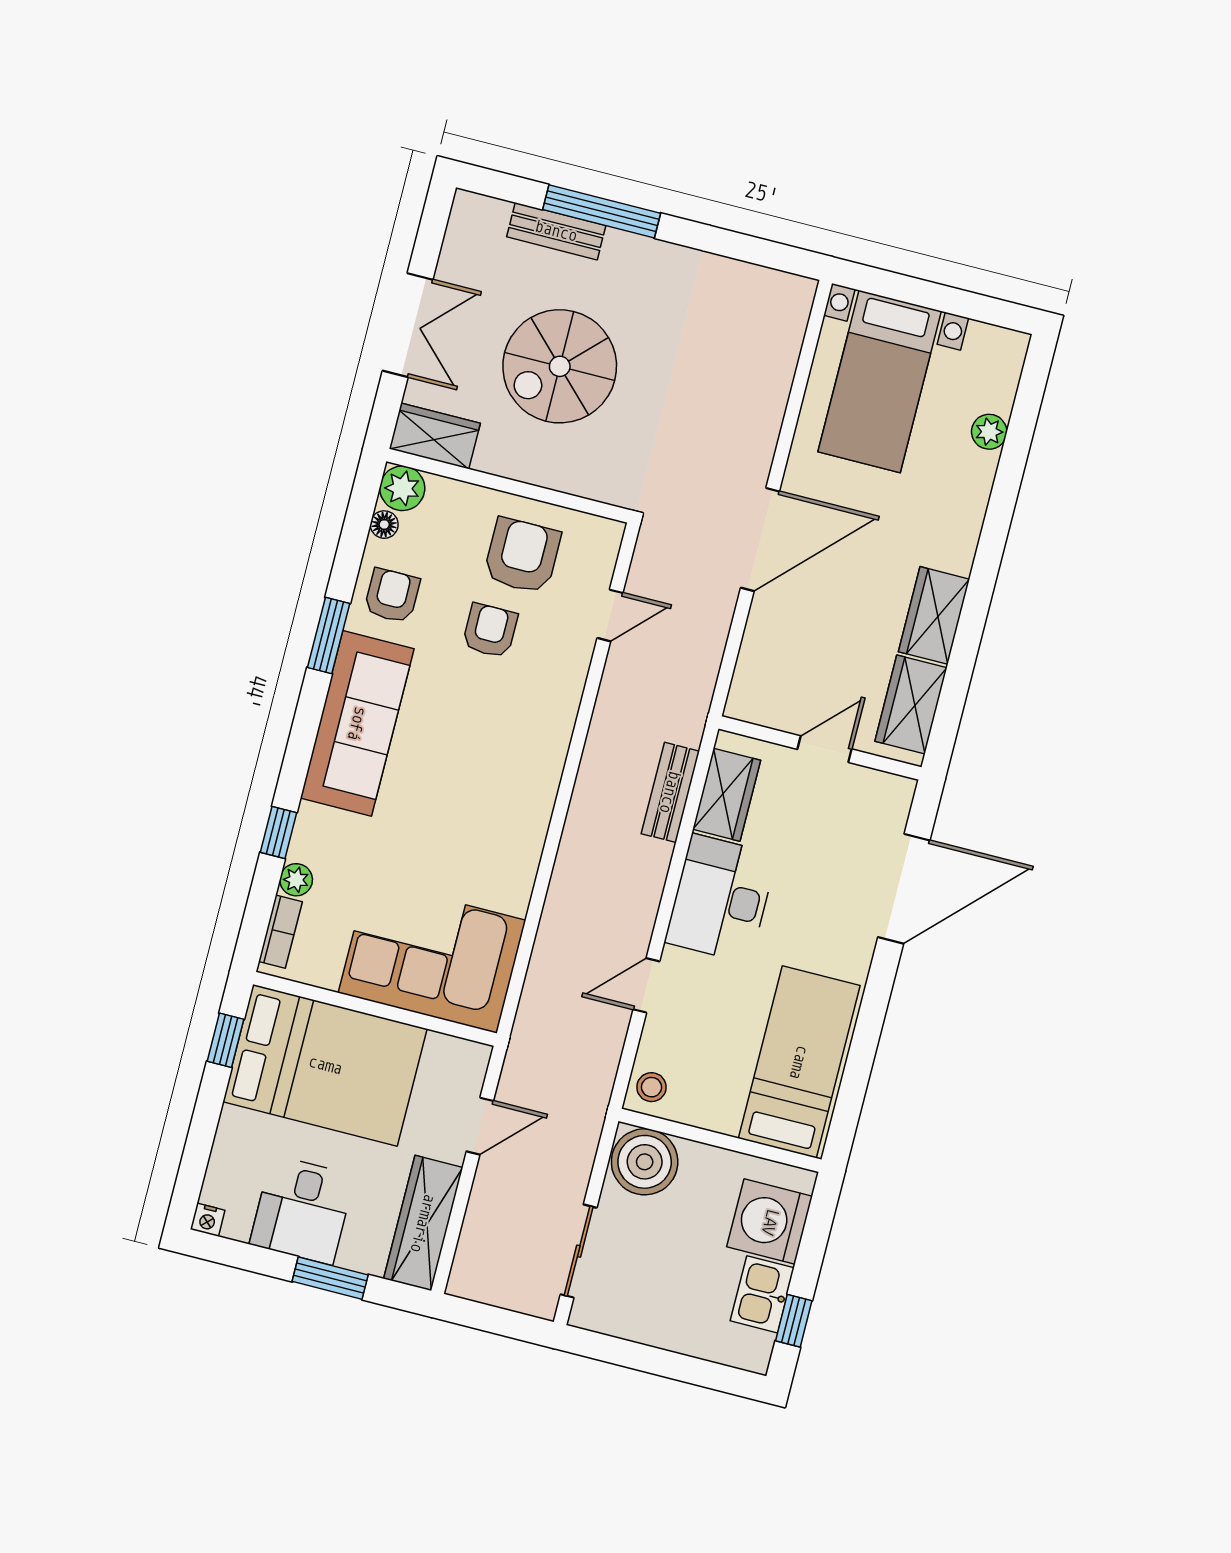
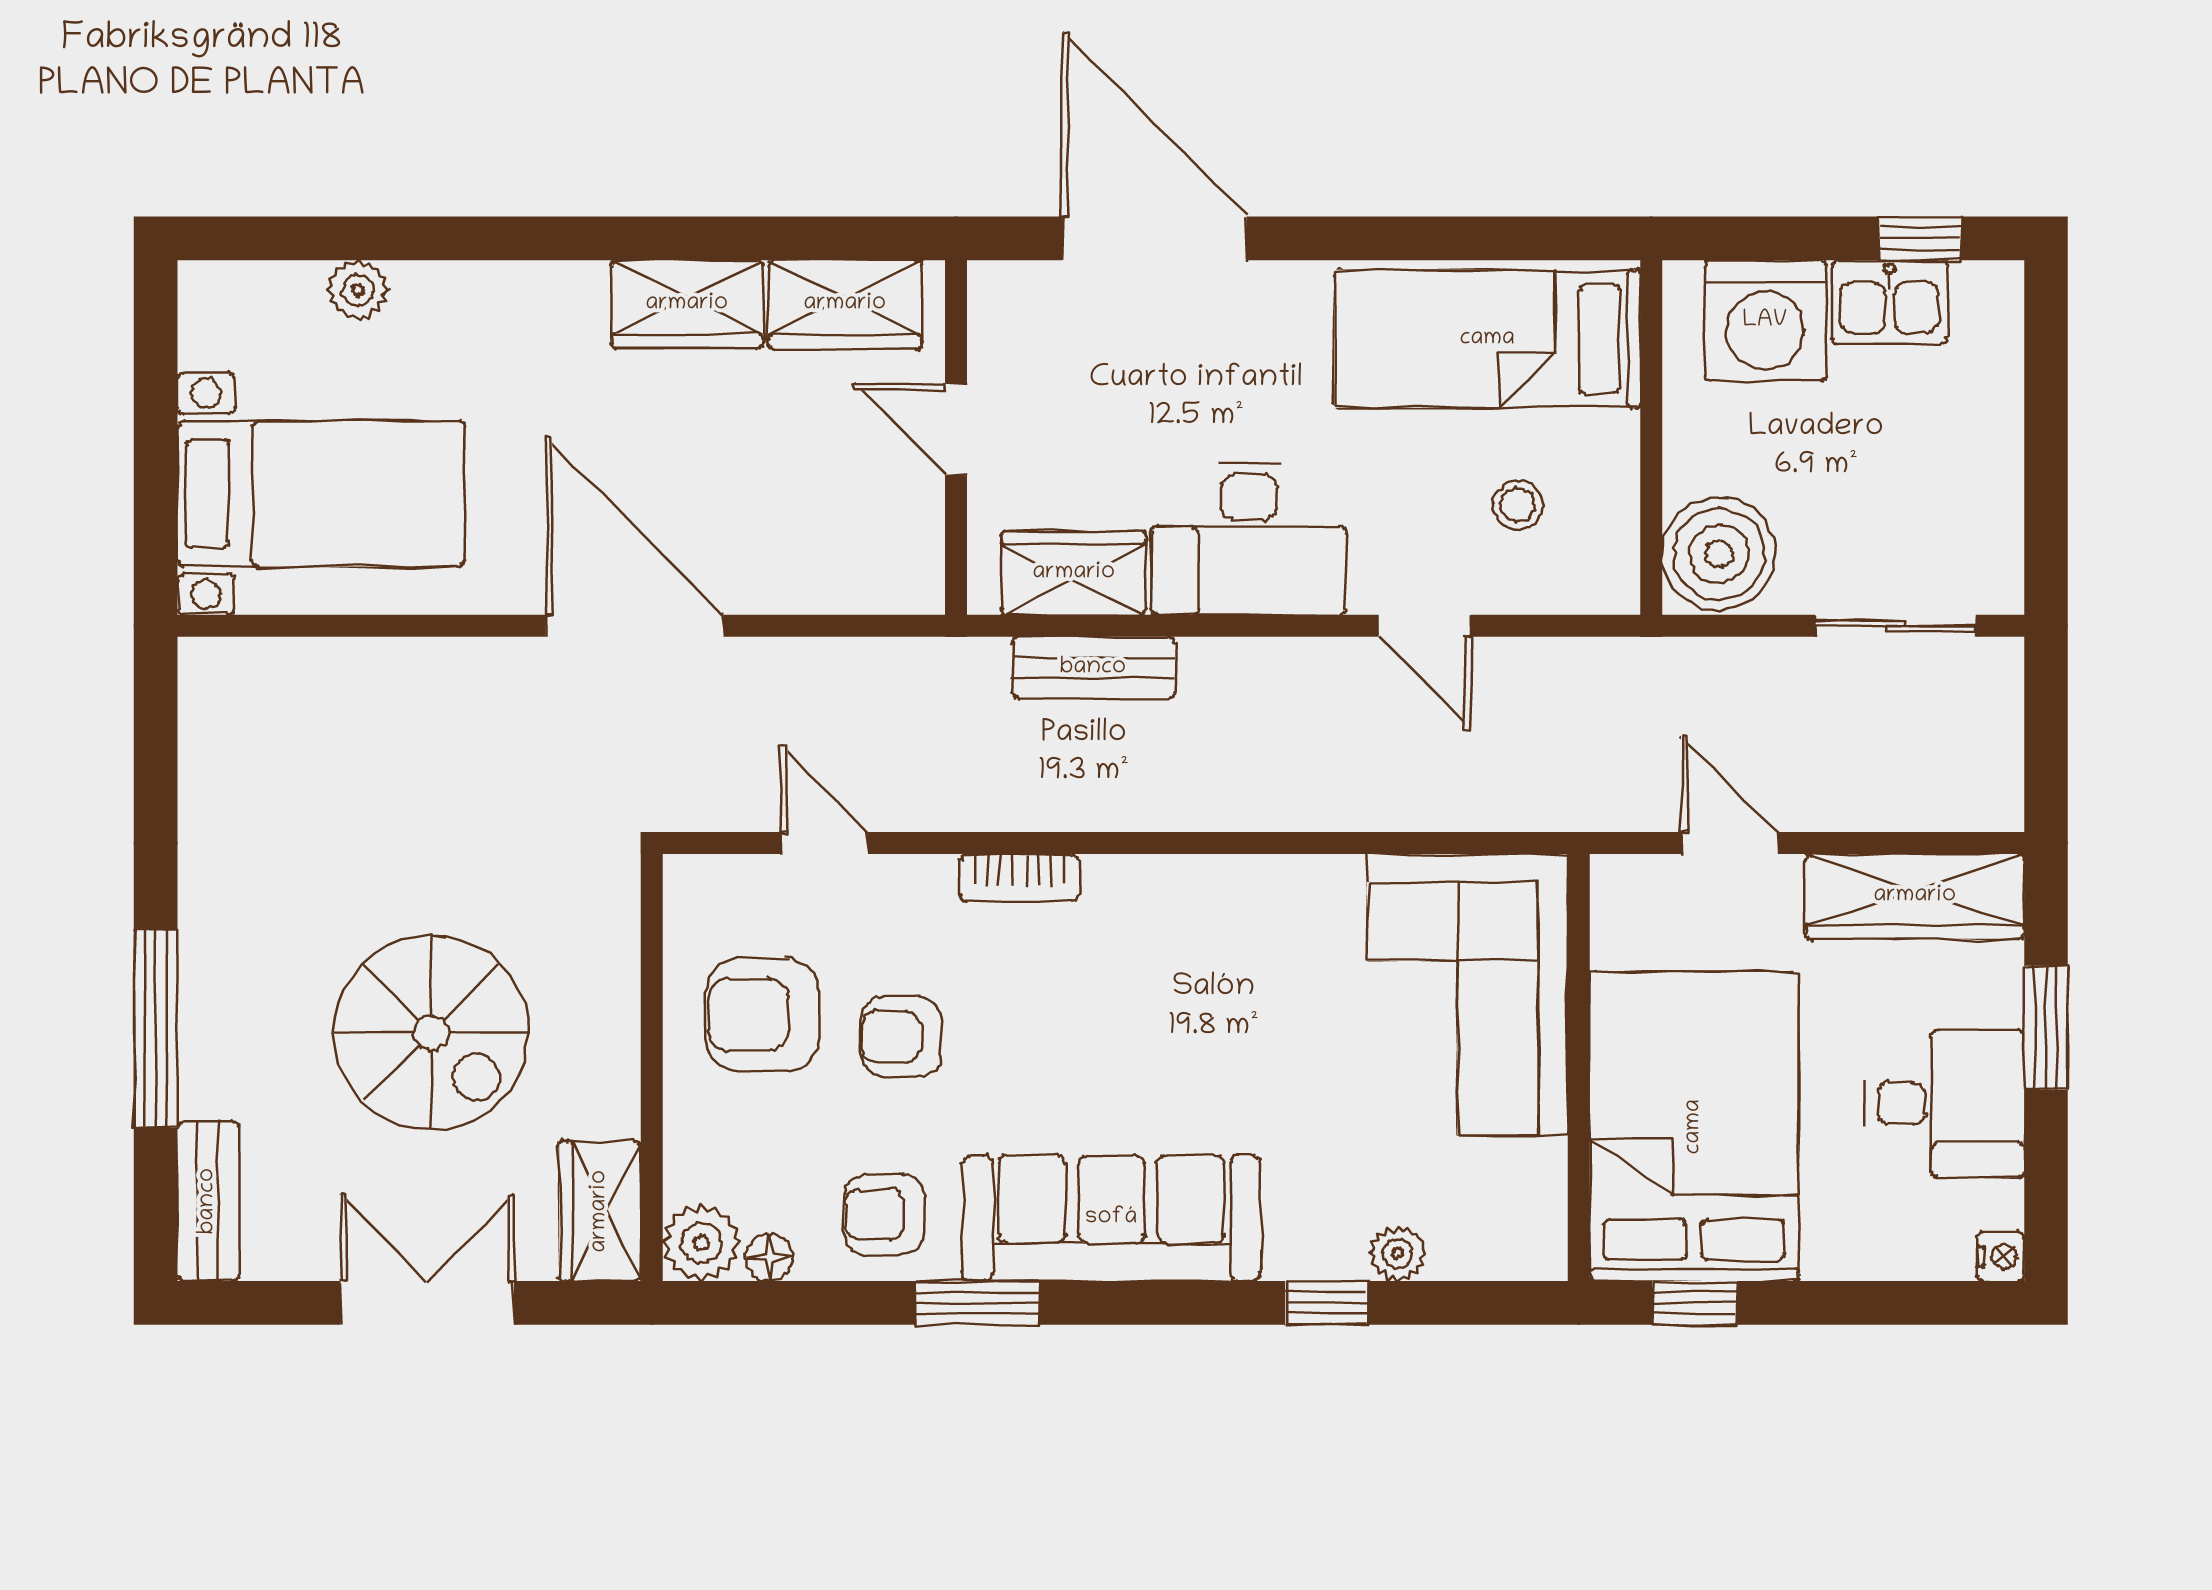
bench: (556, 231) -> (208, 1201), moved
bookcase: (280, 932) -> (1019, 878), moved, turned 180
stool: (651, 1087) -> (1518, 505), moved

